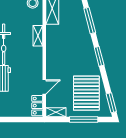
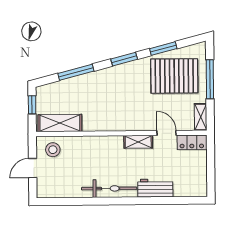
shelving: (38, 36) -> (138, 142), moved
window: (111, 103) -> (163, 49), moved

